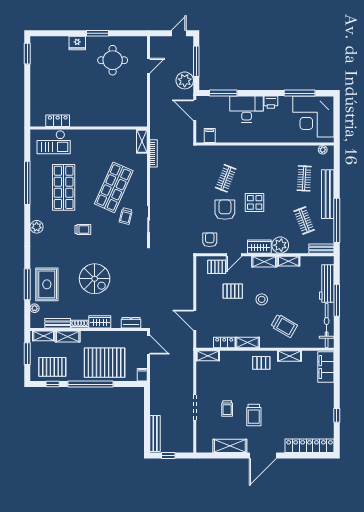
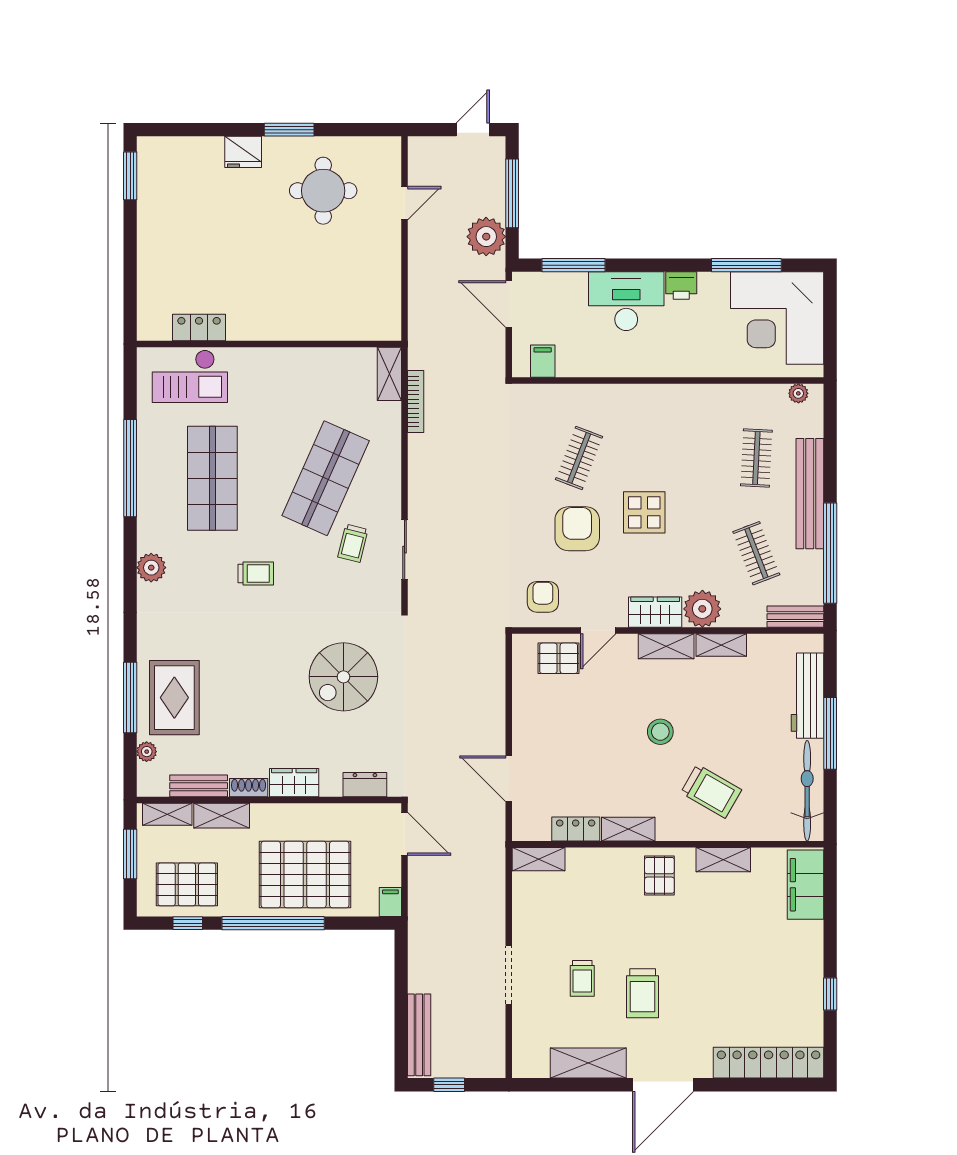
spiral stairs: (95, 279) -> (343, 677), moved, turned 90
pallet: (233, 291) -> (595, 713), removed
pallet: (261, 363) -> (659, 875), turned 90

